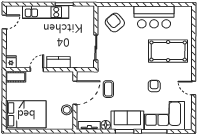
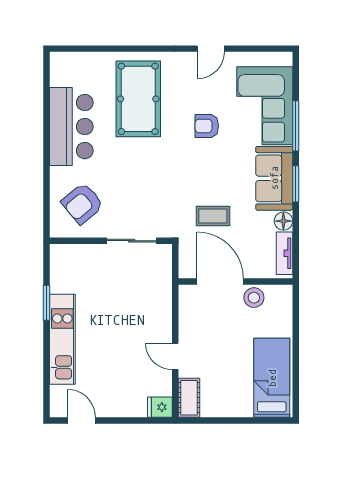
kitchen counter: (59, 62) -> (161, 314), removed
bed: (26, 114) -> (272, 378), width x0.67

